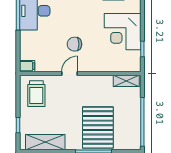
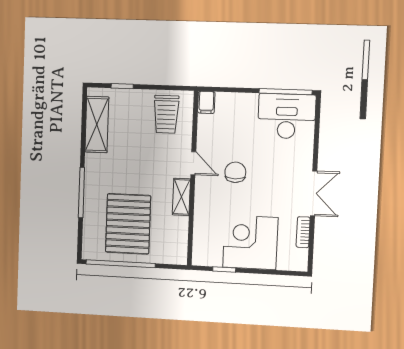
shelving: (126, 81) -> (181, 197), moved
trolley: (36, 94) -> (166, 114), turned -90
pallet: (98, 128) -> (128, 224), moved, turned 90

